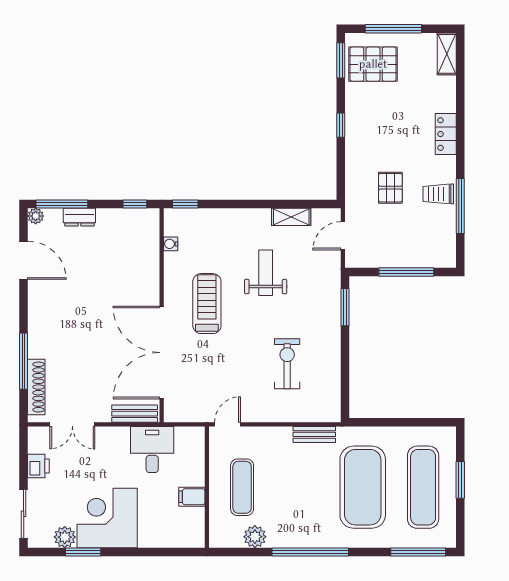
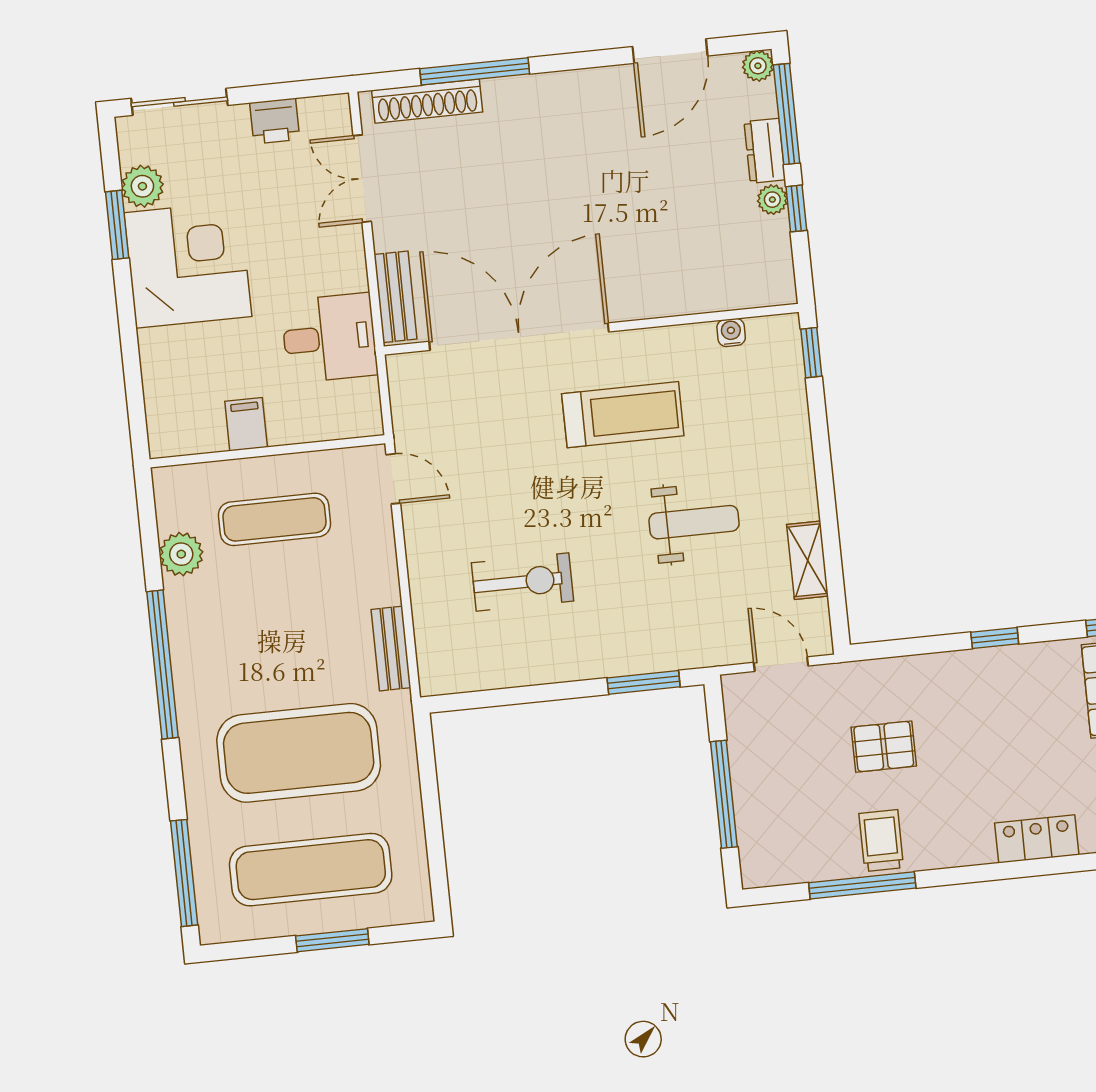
locker: (446, 134) -> (1037, 839), moved
window: (135, 204) -> (796, 208), moved
plant: (105, 216) -> (772, 200), added

